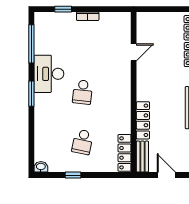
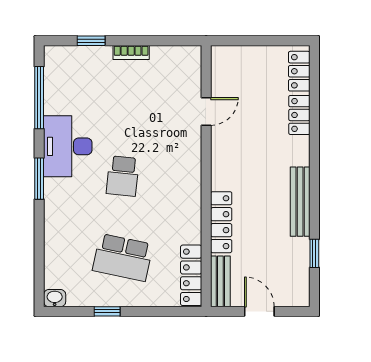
school desk: (83, 142) -> (123, 257), width x1.85

